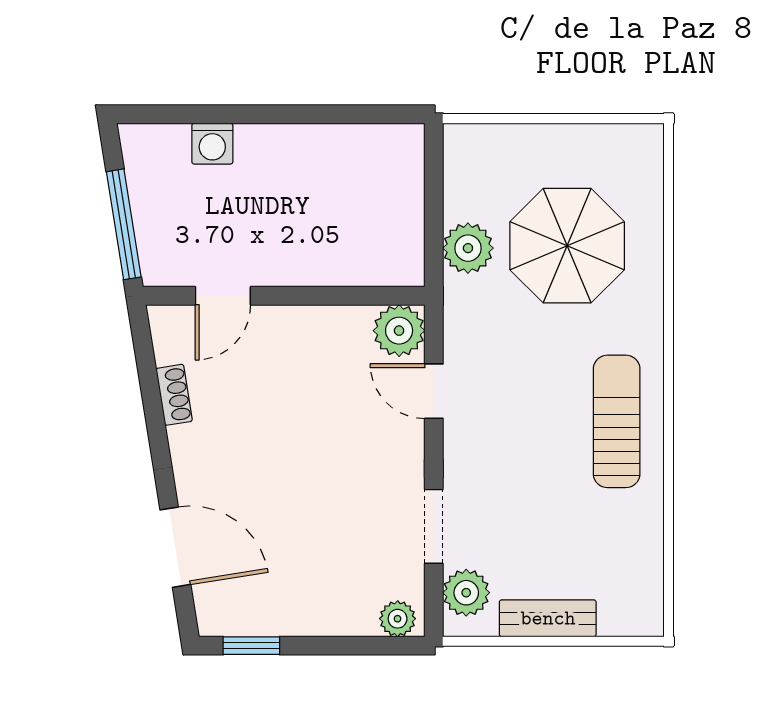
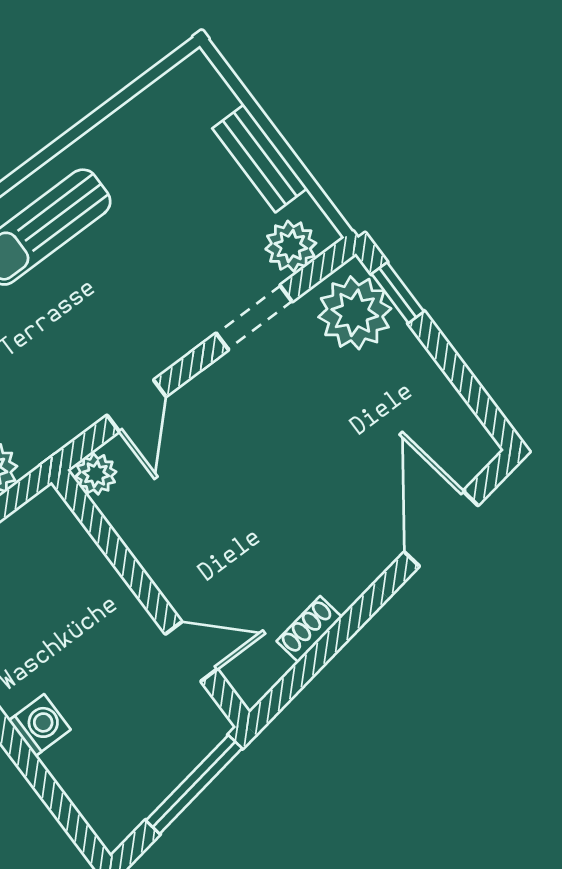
washing machine: (212, 144) -> (40, 725), moved
plant: (399, 331) -> (96, 474), width x0.73, depth x0.73
plant: (398, 619) -> (355, 313), width x1.87, depth x1.87
window: (251, 646) -> (398, 293), moved

